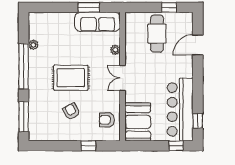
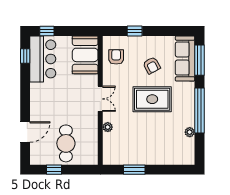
sofa: (98, 22) -> (185, 59), moved, turned -90
bar counter: (180, 109) -> (43, 59), width x0.73
armchair: (107, 120) -> (116, 57), turned -90

